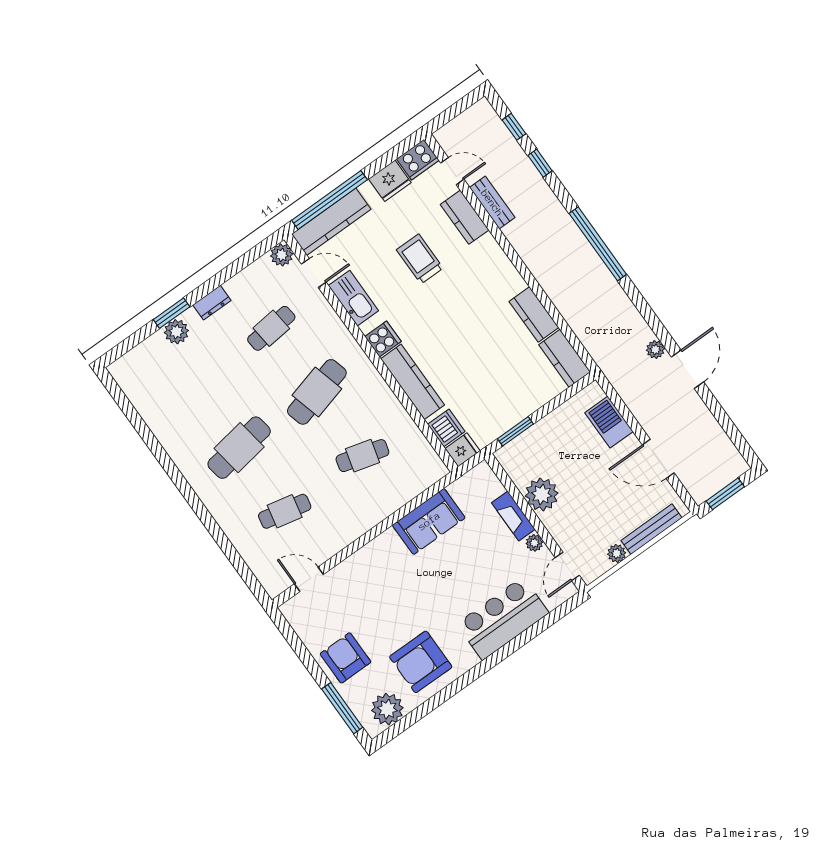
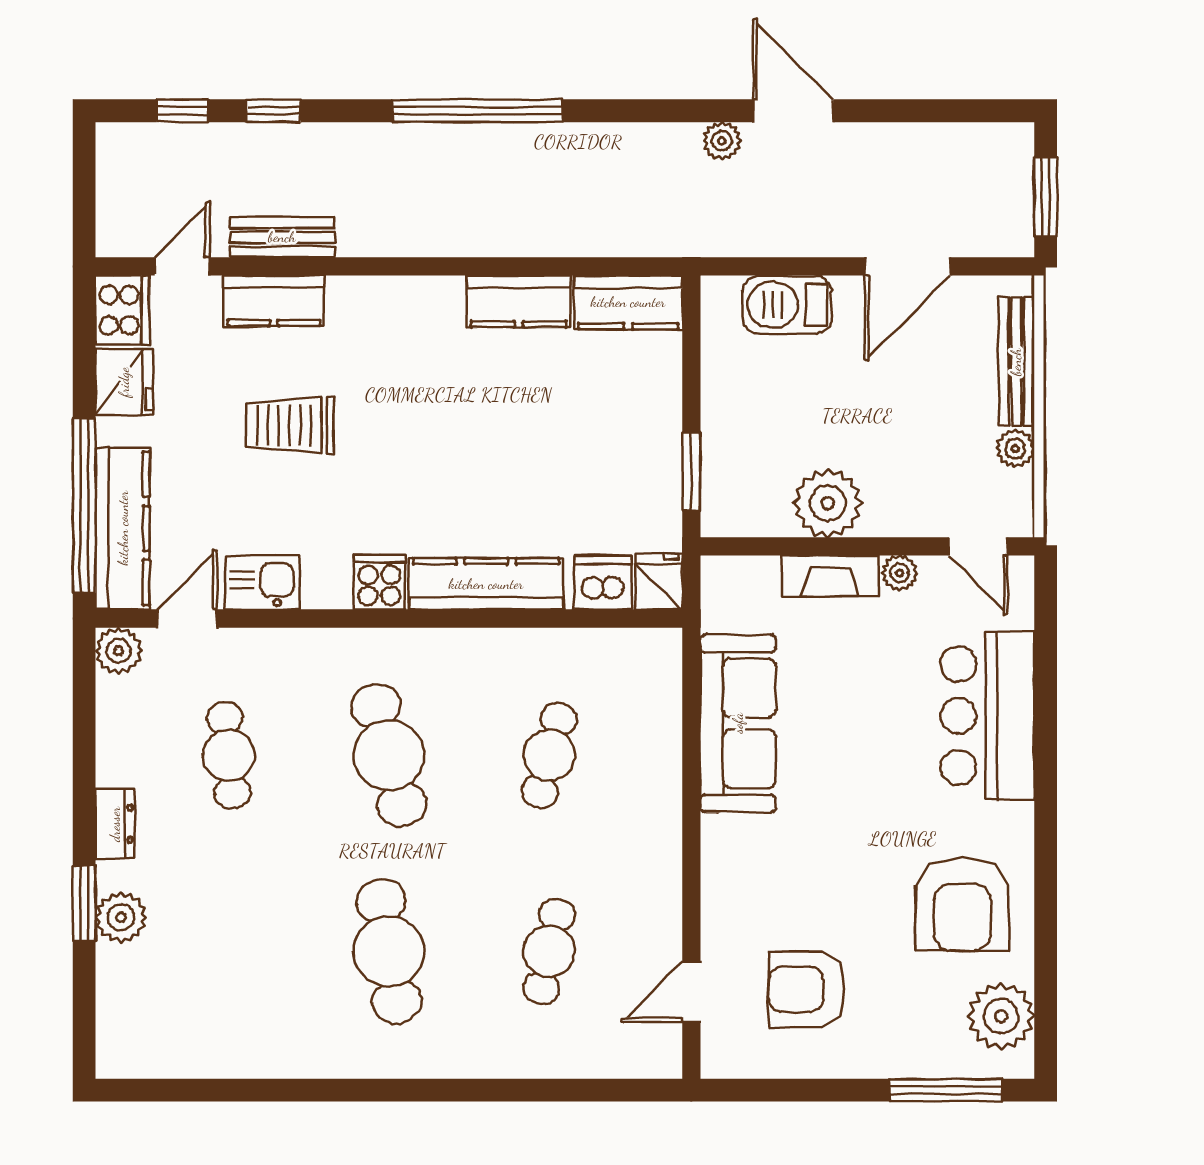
kitchen sink: (353, 298) -> (262, 582), width x0.73
sofa: (429, 521) -> (738, 723), width x1.36
armchair: (346, 658) -> (807, 989), moved

